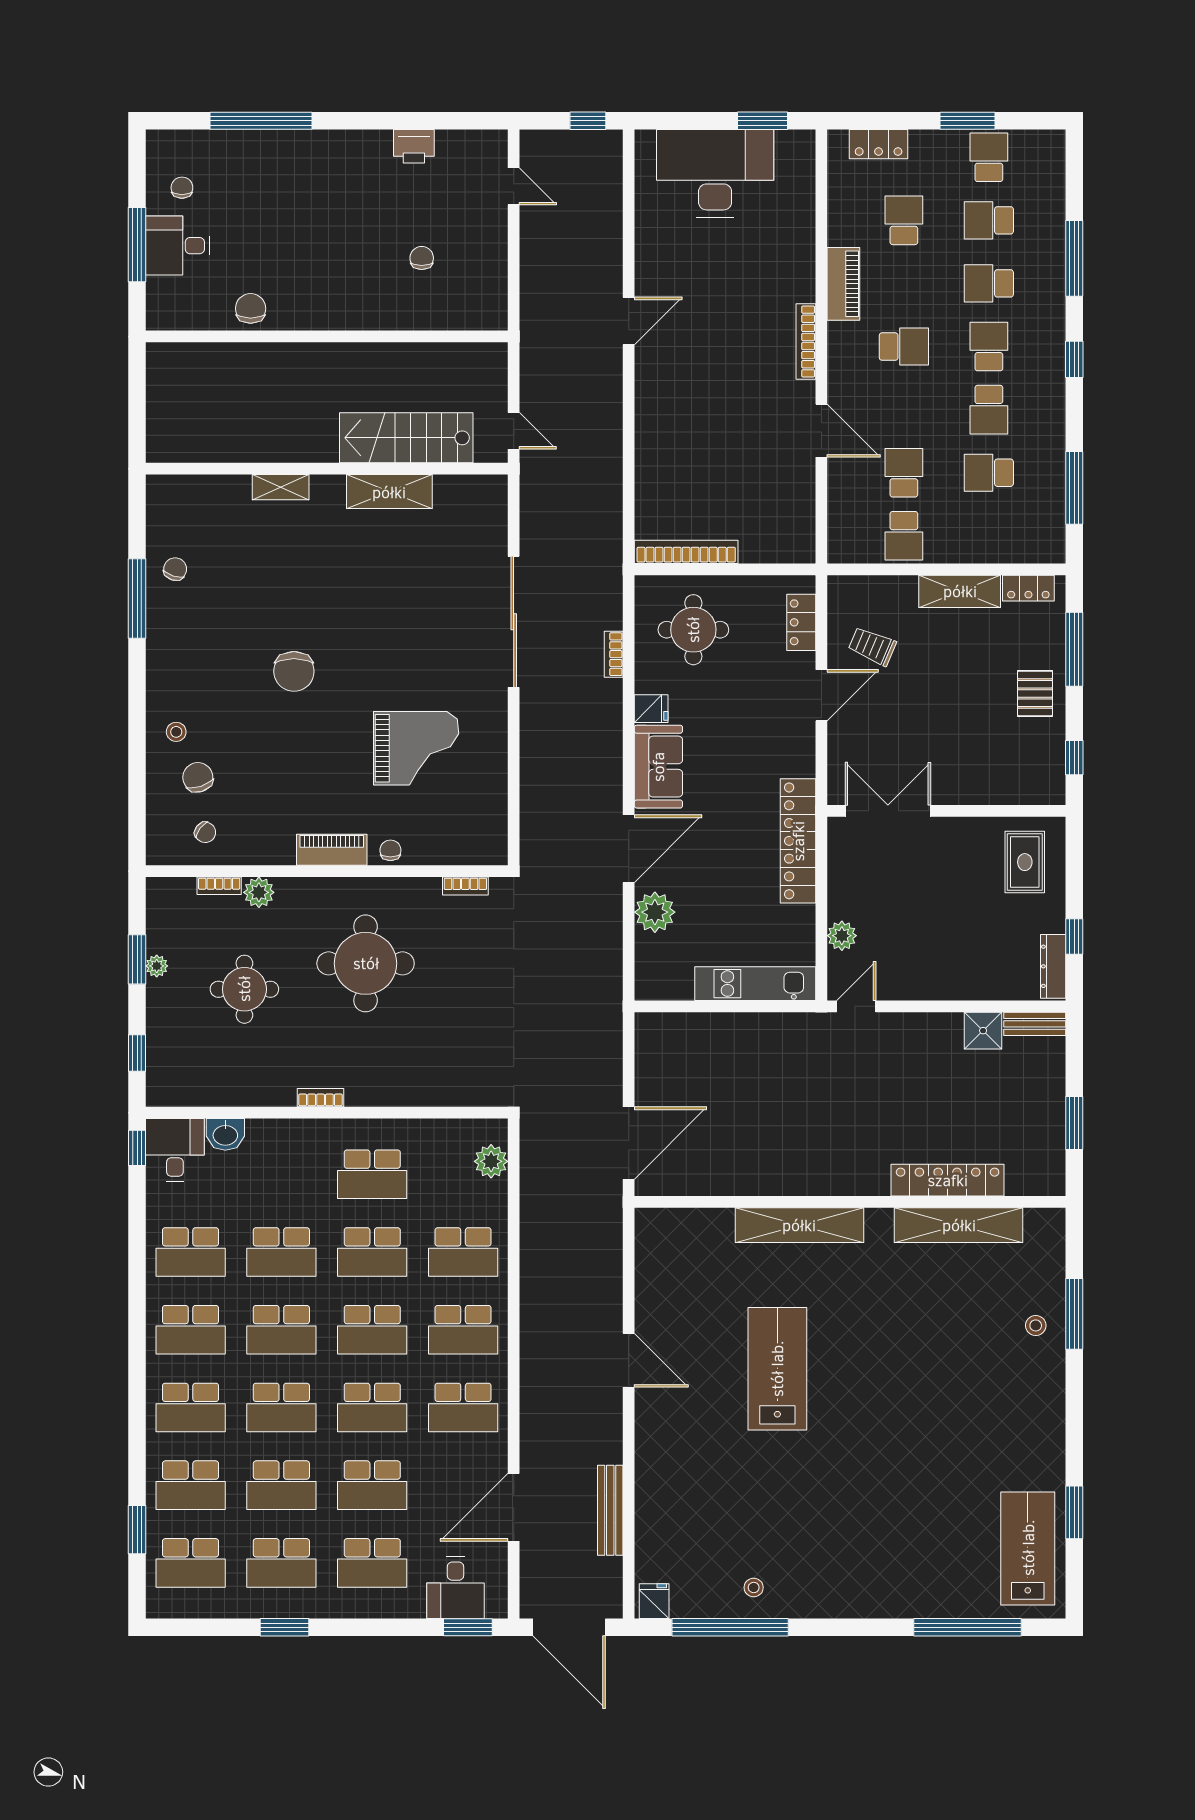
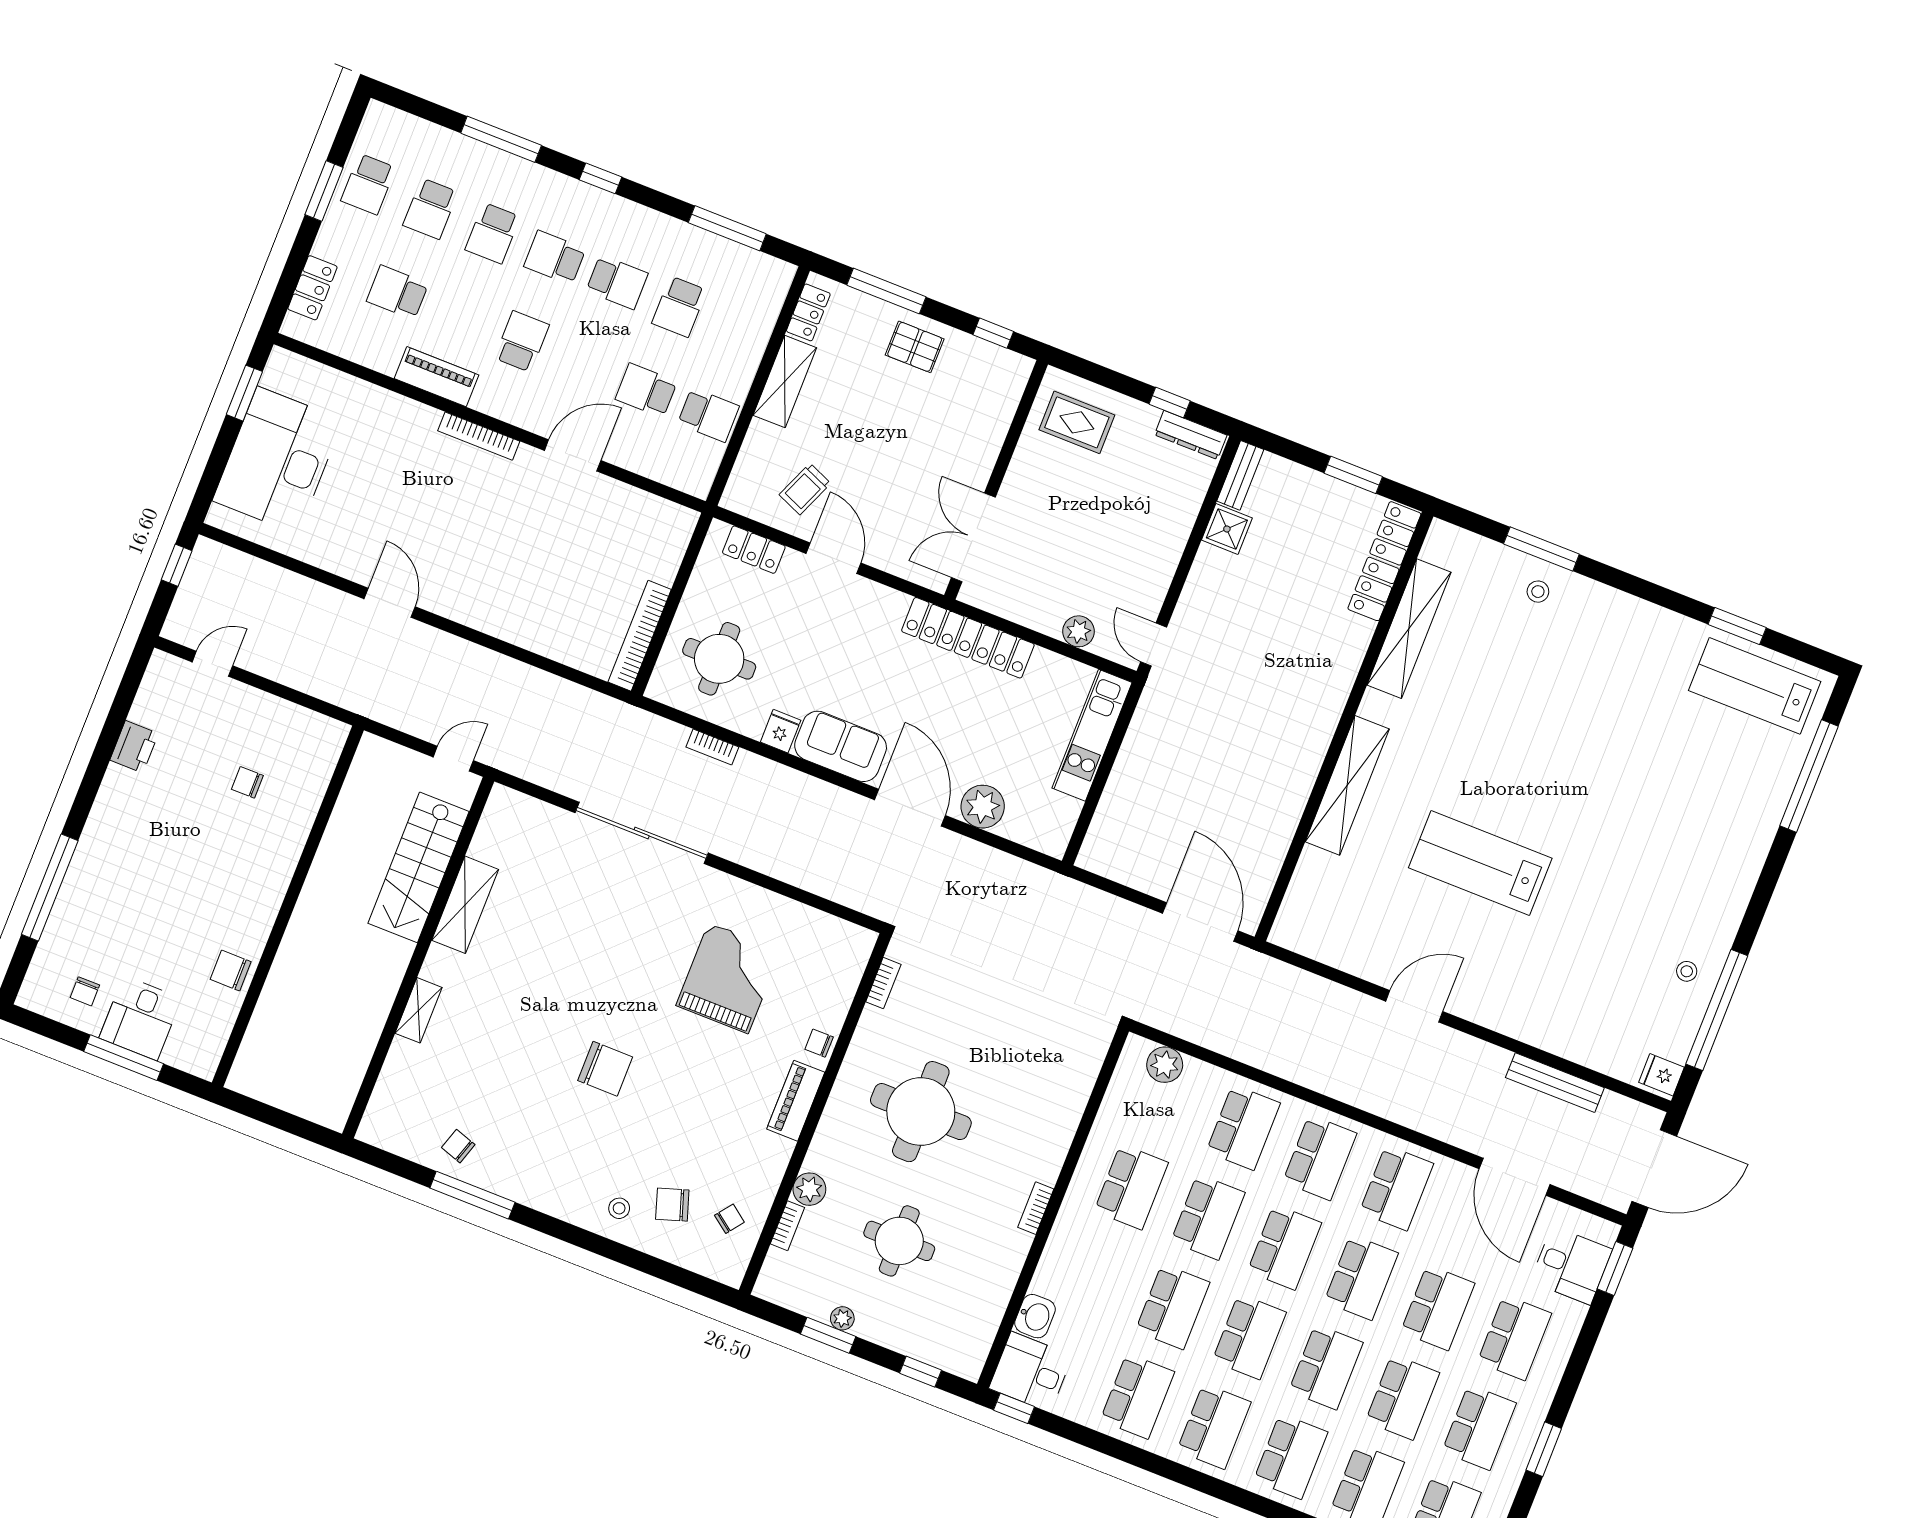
school desk: (989, 157) -> (368, 184), turned -90
chair: (182, 188) -> (85, 991), turned -90
locker: (948, 1180) -> (1384, 561), moved

